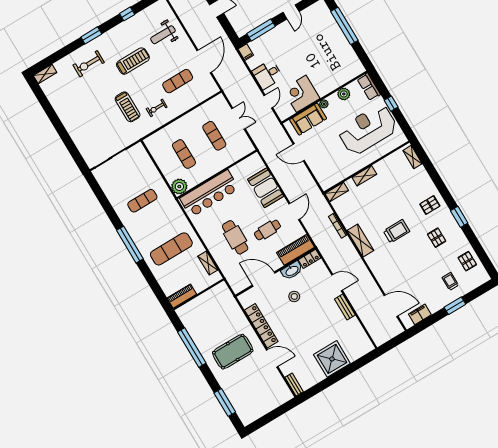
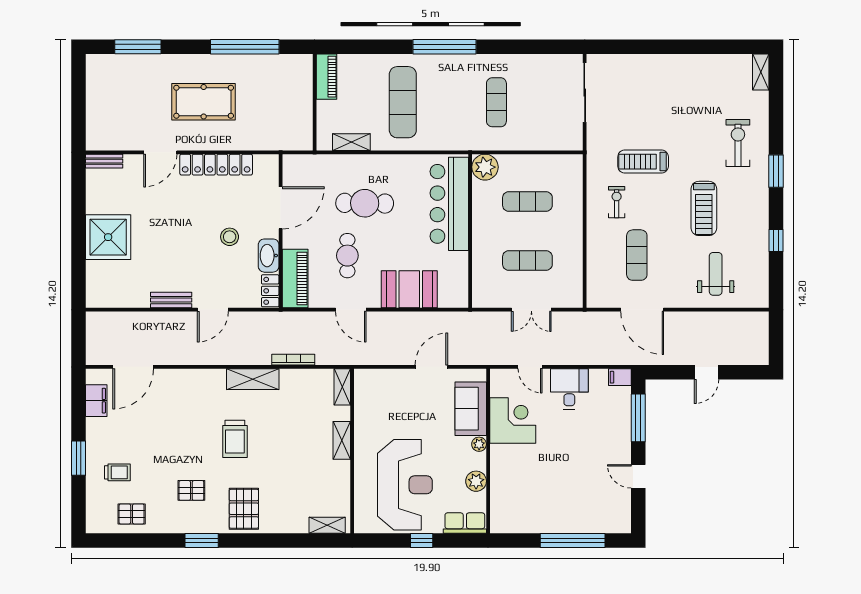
pallet: (430, 205) -> (244, 509), width x1.50, depth x1.42
pool table: (233, 352) -> (204, 102), turned 90

